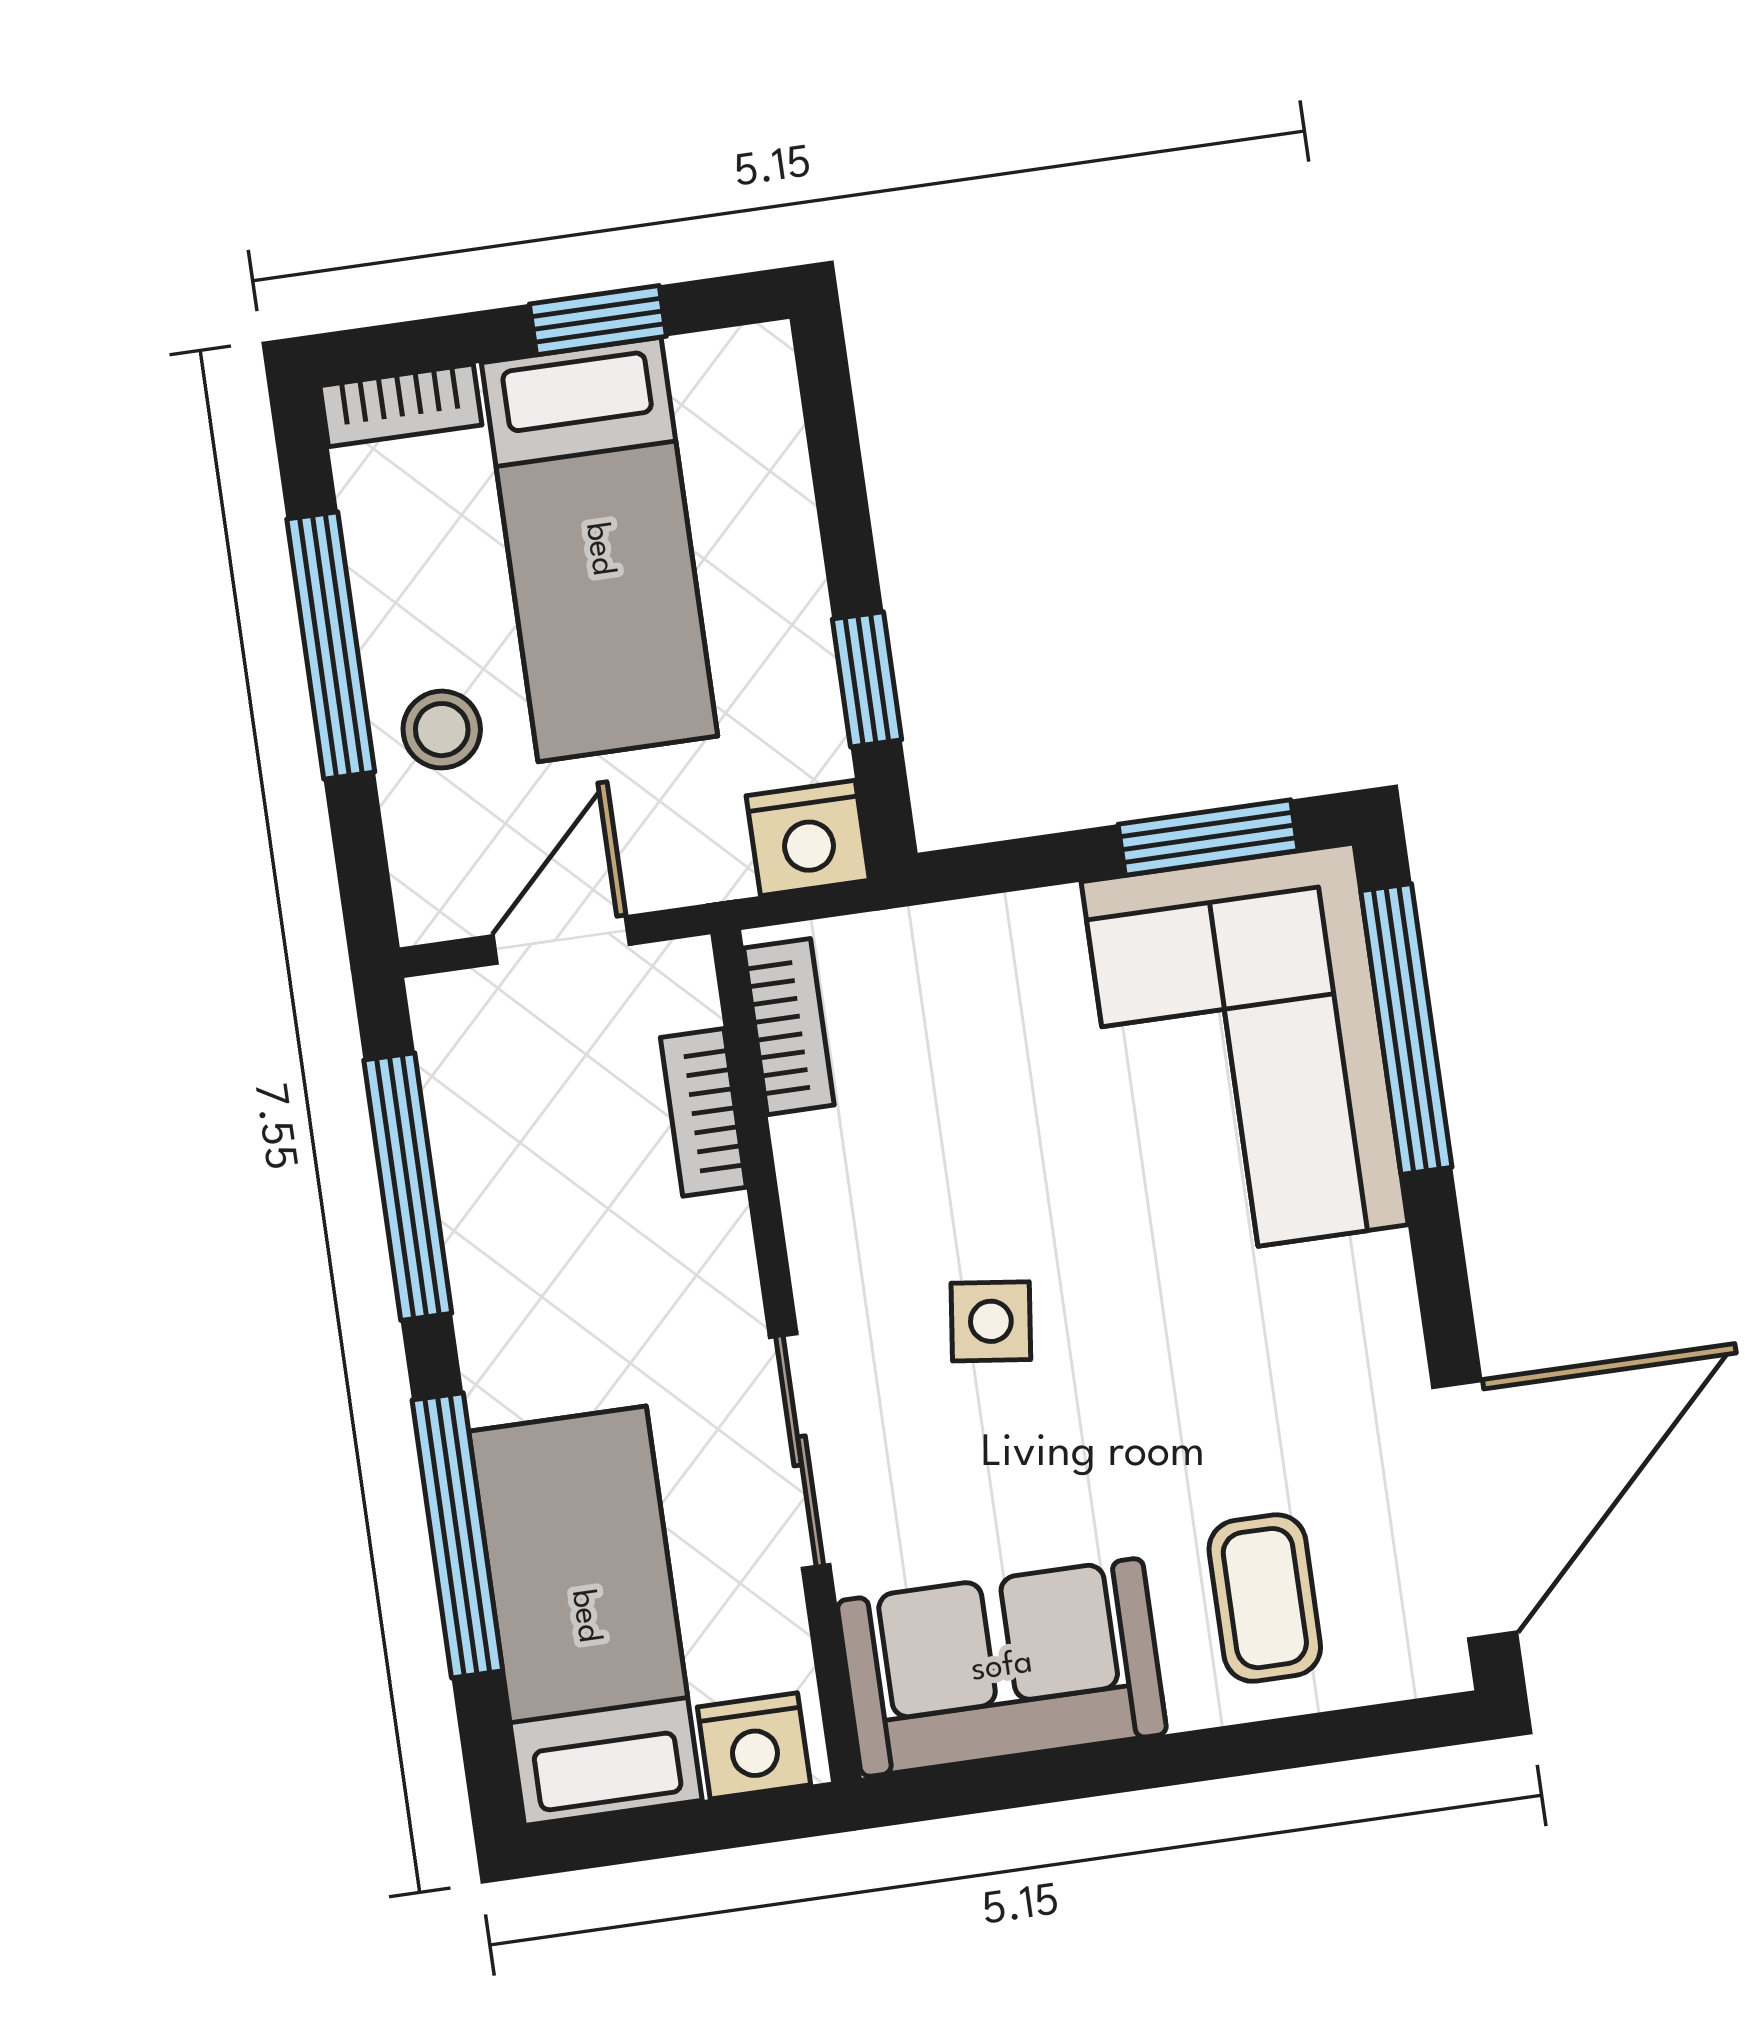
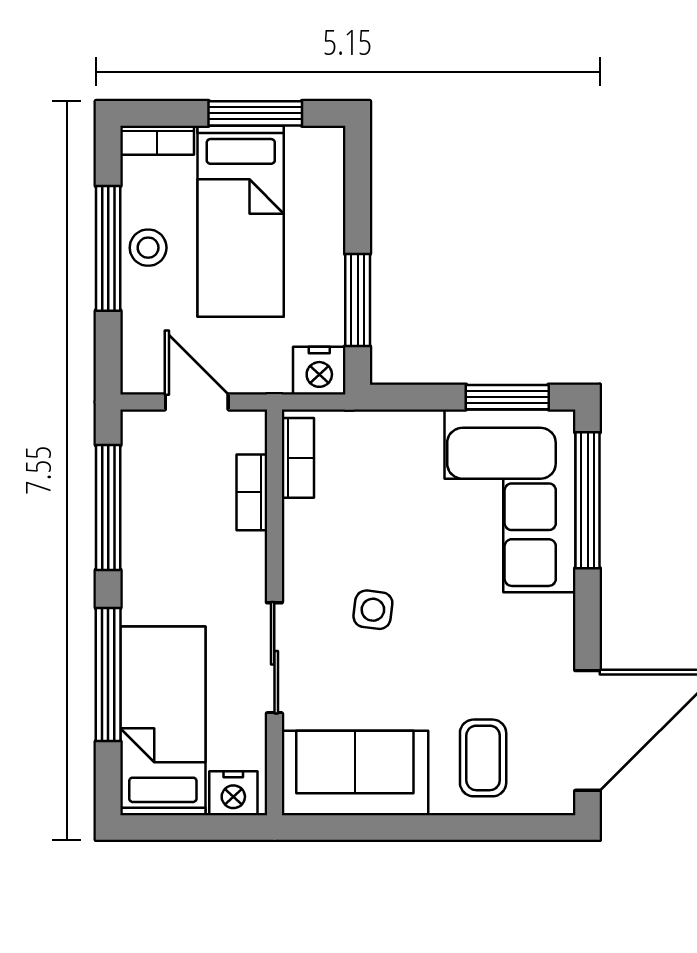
window: (598, 320) -> (255, 113), width x1.50
window: (867, 679) -> (358, 300), width x1.50
stool: (442, 730) -> (148, 248), moved
door: (561, 940) -> (197, 402), hinge flipped

